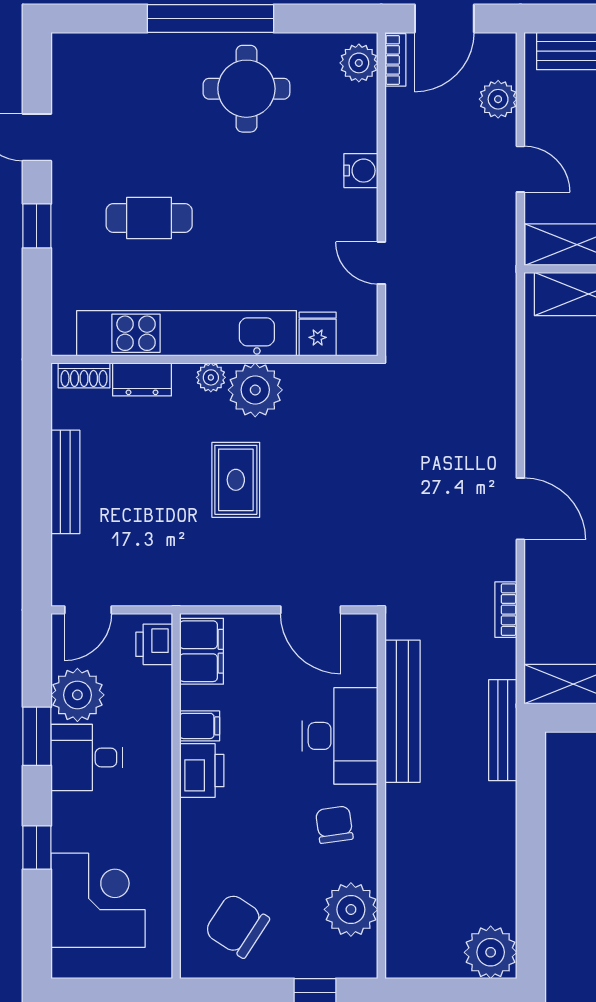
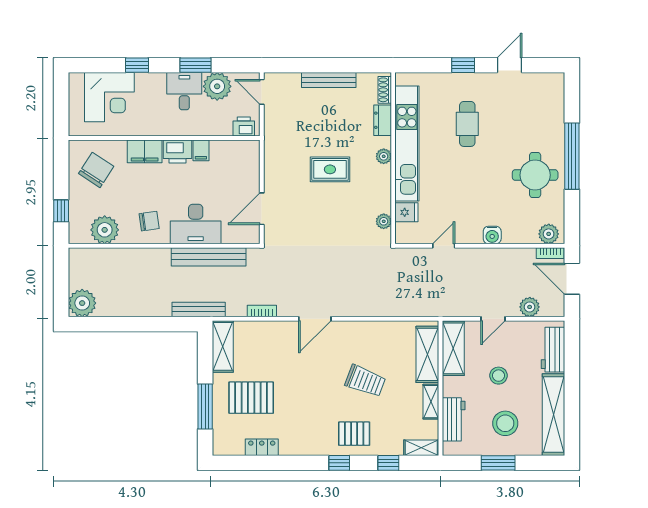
plant: (255, 390) -> (384, 221), moved, width x0.53, depth x0.53
filing cabinet: (201, 651) -> (145, 151), moved

